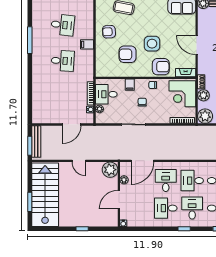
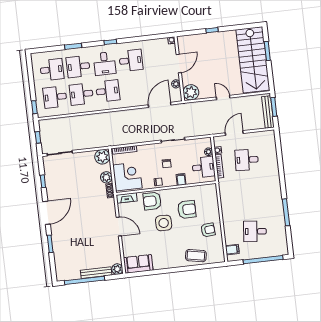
filing cabinet: (87, 44) -> (232, 250), moved
desk: (63, 61) -> (247, 160), moved
desk: (166, 181) -> (134, 88), removed

